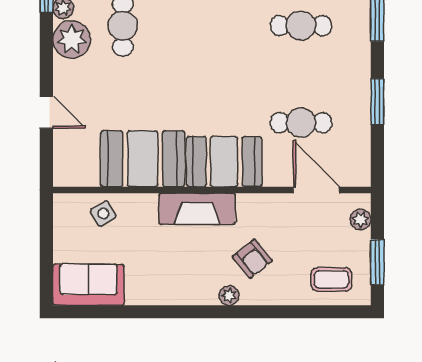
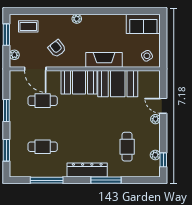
plant: (72, 39) -> (155, 119), moved, width x0.53, depth x0.53
fireplace: (197, 209) -> (104, 60), moved
side table: (103, 214) -> (147, 56), moved
armchair: (252, 259) -> (57, 48), moved

